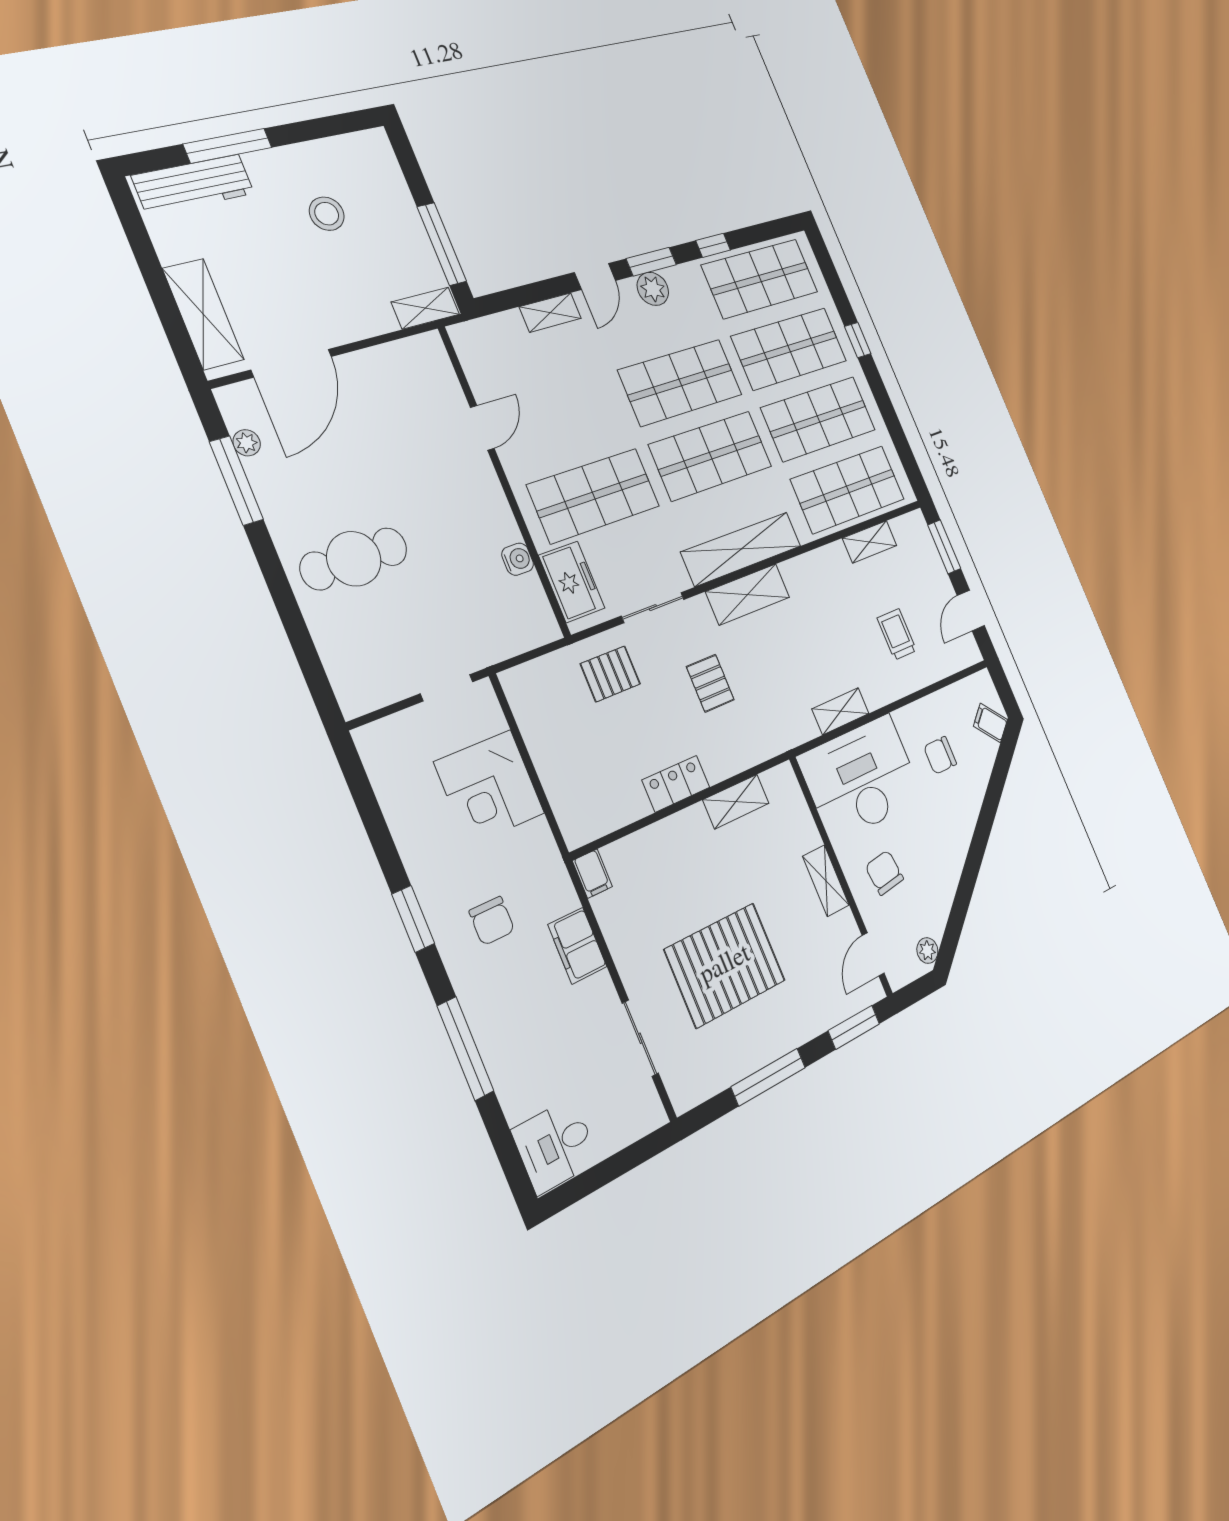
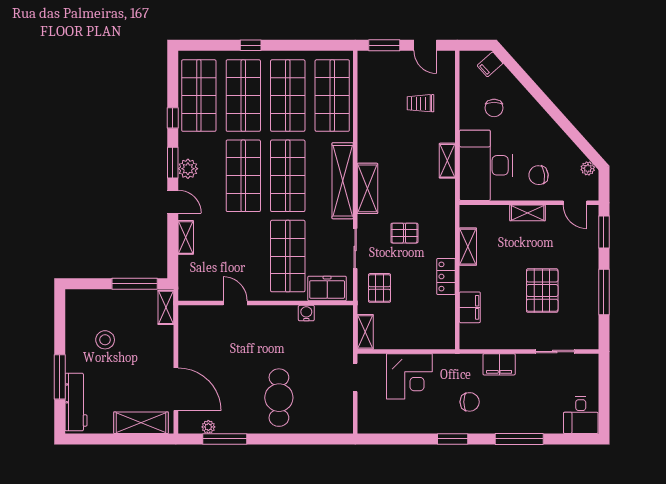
shelving: (870, 542) -> (365, 332), moved
filing cabinet: (592, 874) -> (470, 307), moved, width x2.00
pallet: (725, 965) -> (542, 291), width x0.73, depth x0.71

